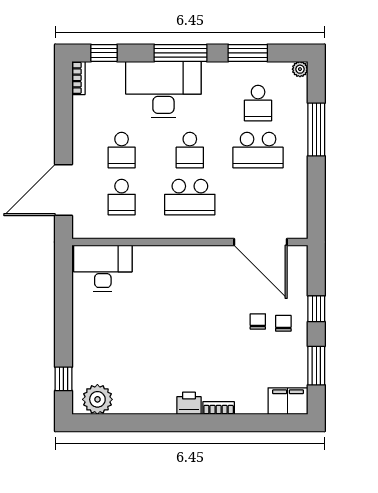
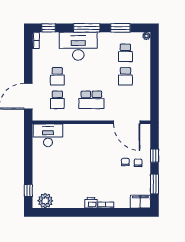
window: (316, 129) -> (154, 66), removed
school desk: (190, 150) -> (91, 76), removed
school desk: (258, 150) -> (125, 76), width x0.54

